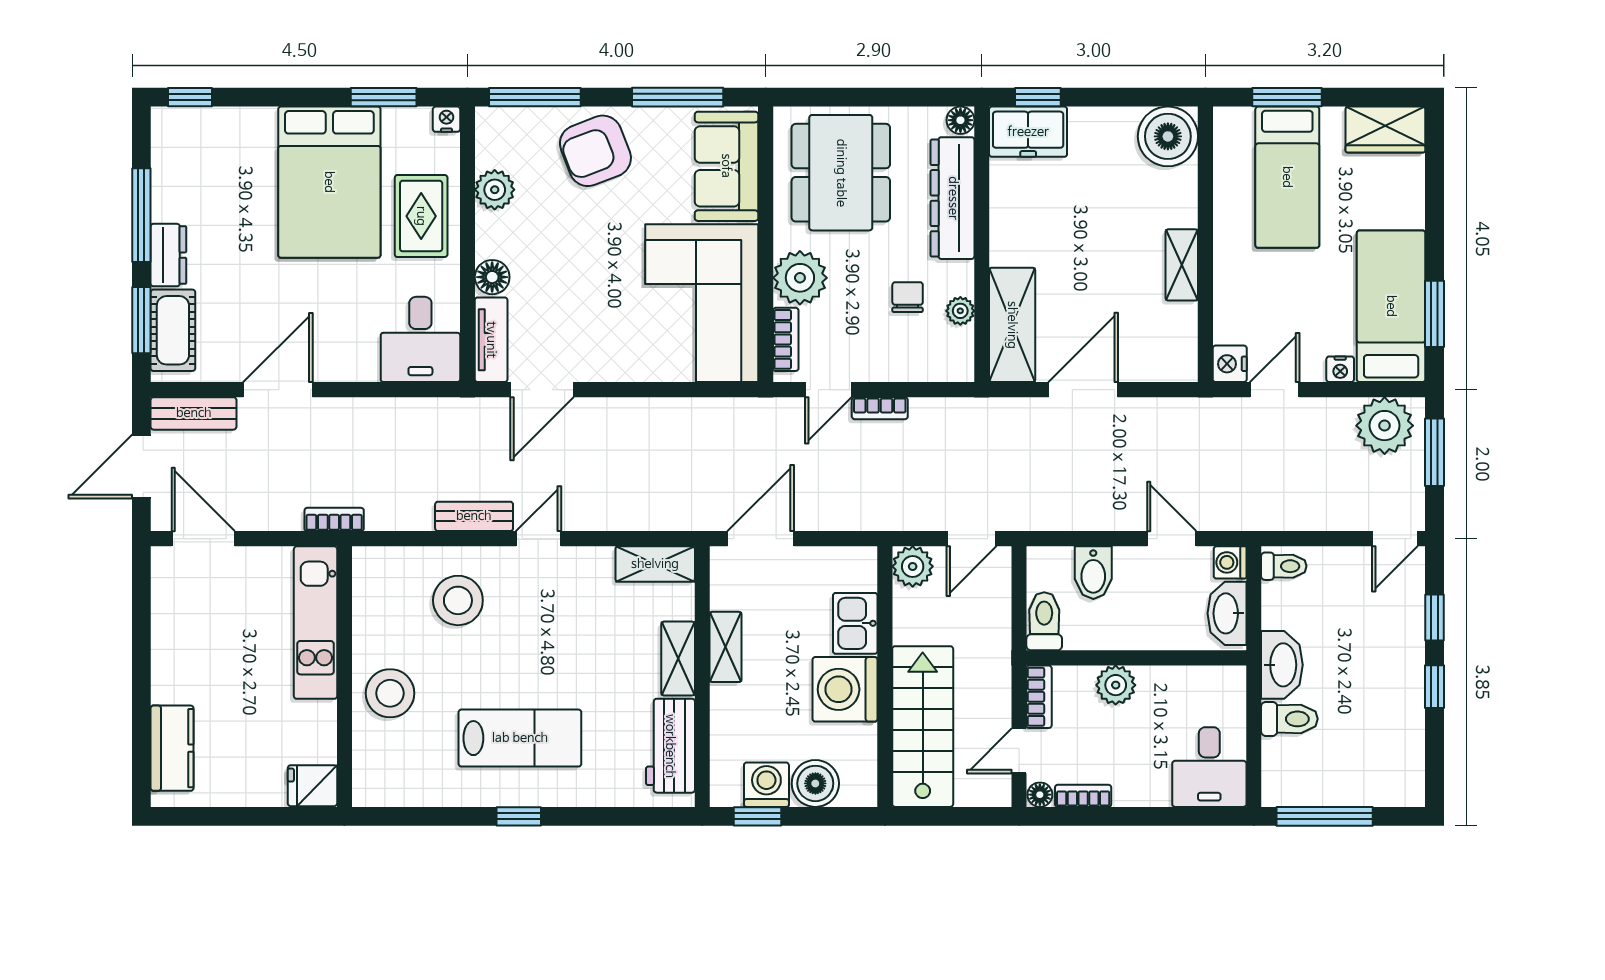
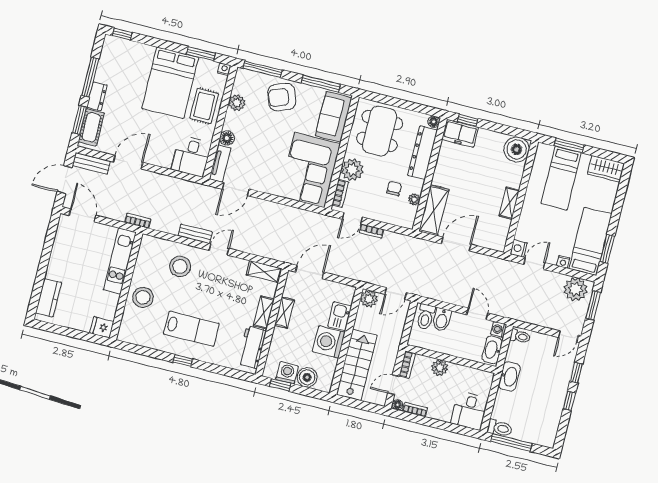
toilet: (1044, 621) -> (426, 317), moved, turned 180
toilet: (1289, 719) -> (500, 428), moved

